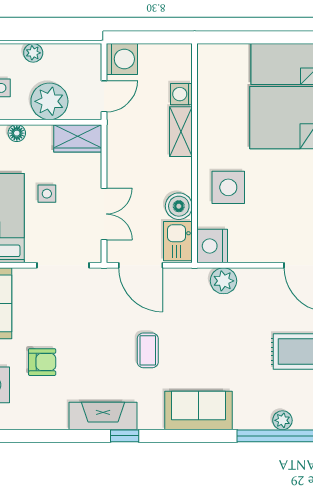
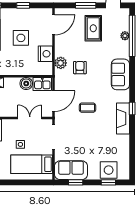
side table: (228, 187) -> (21, 38), moved
nightstand: (212, 246) -> (45, 54), moved, turned -90
coffee table: (148, 350) -> (87, 108), moved
armchair: (42, 362) -> (80, 68), moved

